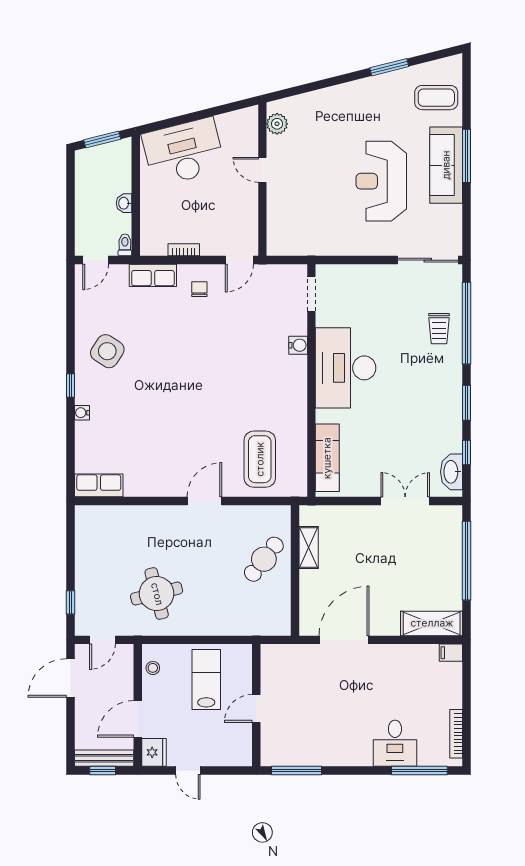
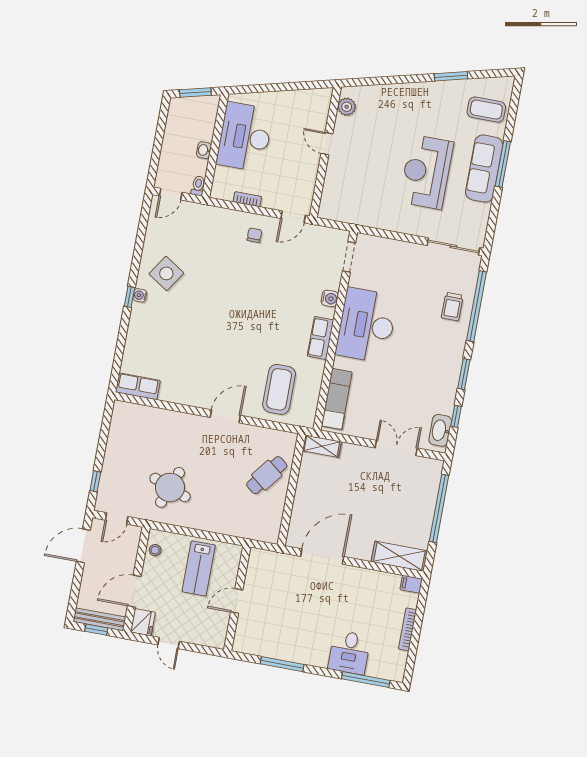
desk: (184, 152) -> (245, 137), moved, turned -76
row of seats: (153, 275) -> (321, 338), moved, turned 90
water cooler: (82, 413) -> (140, 295), moved
shelving: (309, 548) -> (322, 446), moved, turned 90
round table: (157, 594) -> (170, 487), turned 35
lab bench: (206, 679) -> (199, 568), turned 180
bookcase: (456, 734) -> (407, 629), moved
window: (296, 771) -> (282, 664), moved

